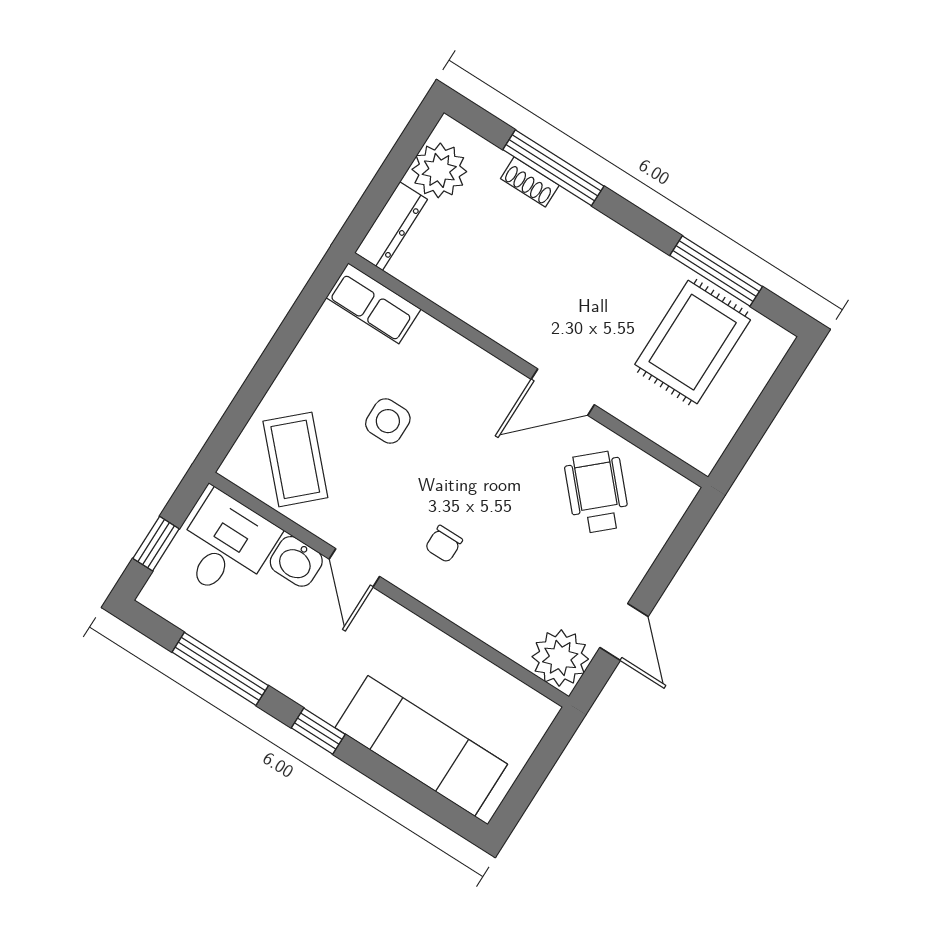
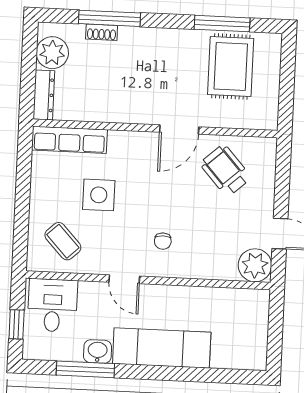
row of seats: (374, 303) -> (69, 140), width x1.48
side table: (388, 421) -> (99, 195), width x1.37, depth x1.37
coffee table: (295, 459) -> (63, 241), width x0.73, depth x0.77
washbasin: (296, 561) -> (98, 351), moved, turned 180
window: (318, 731) -> (153, 373), removed
exam couch: (421, 746) -> (162, 348), moved

